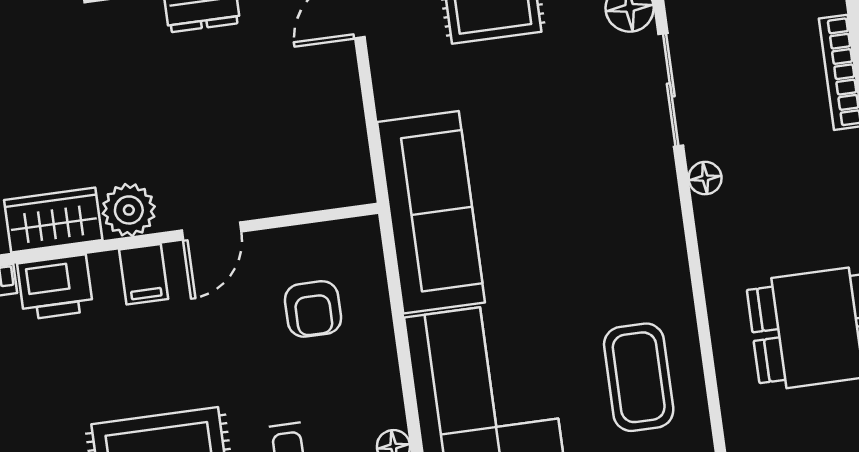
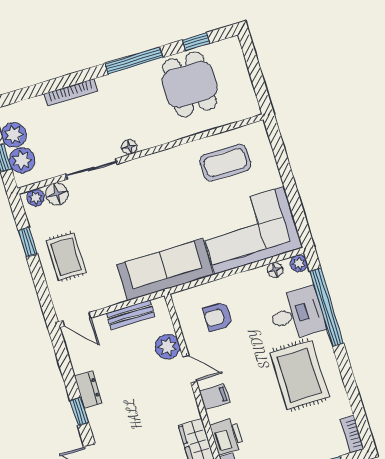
bench: (347, 124) -> (131, 315), added
plant: (129, 210) -> (167, 347), moved
armchair: (313, 309) -> (218, 317), turned 180

